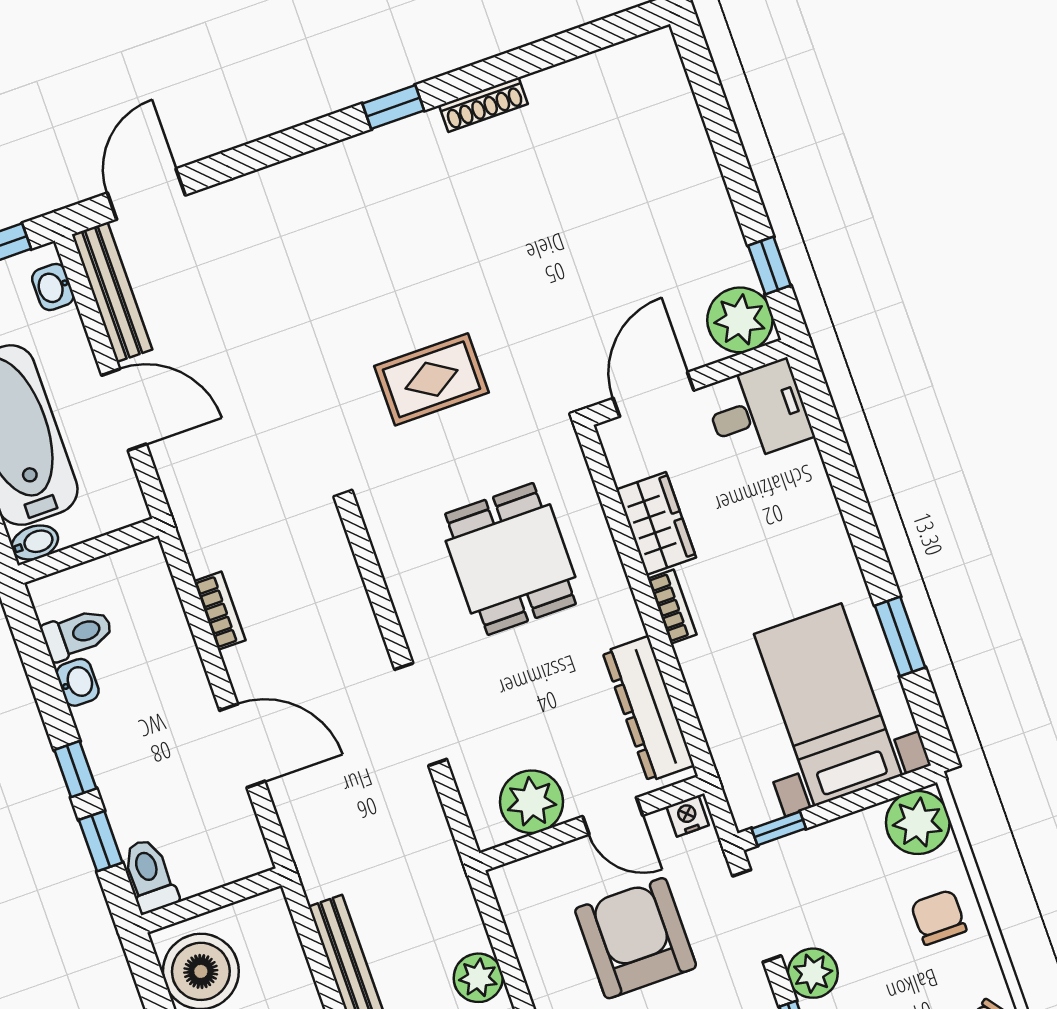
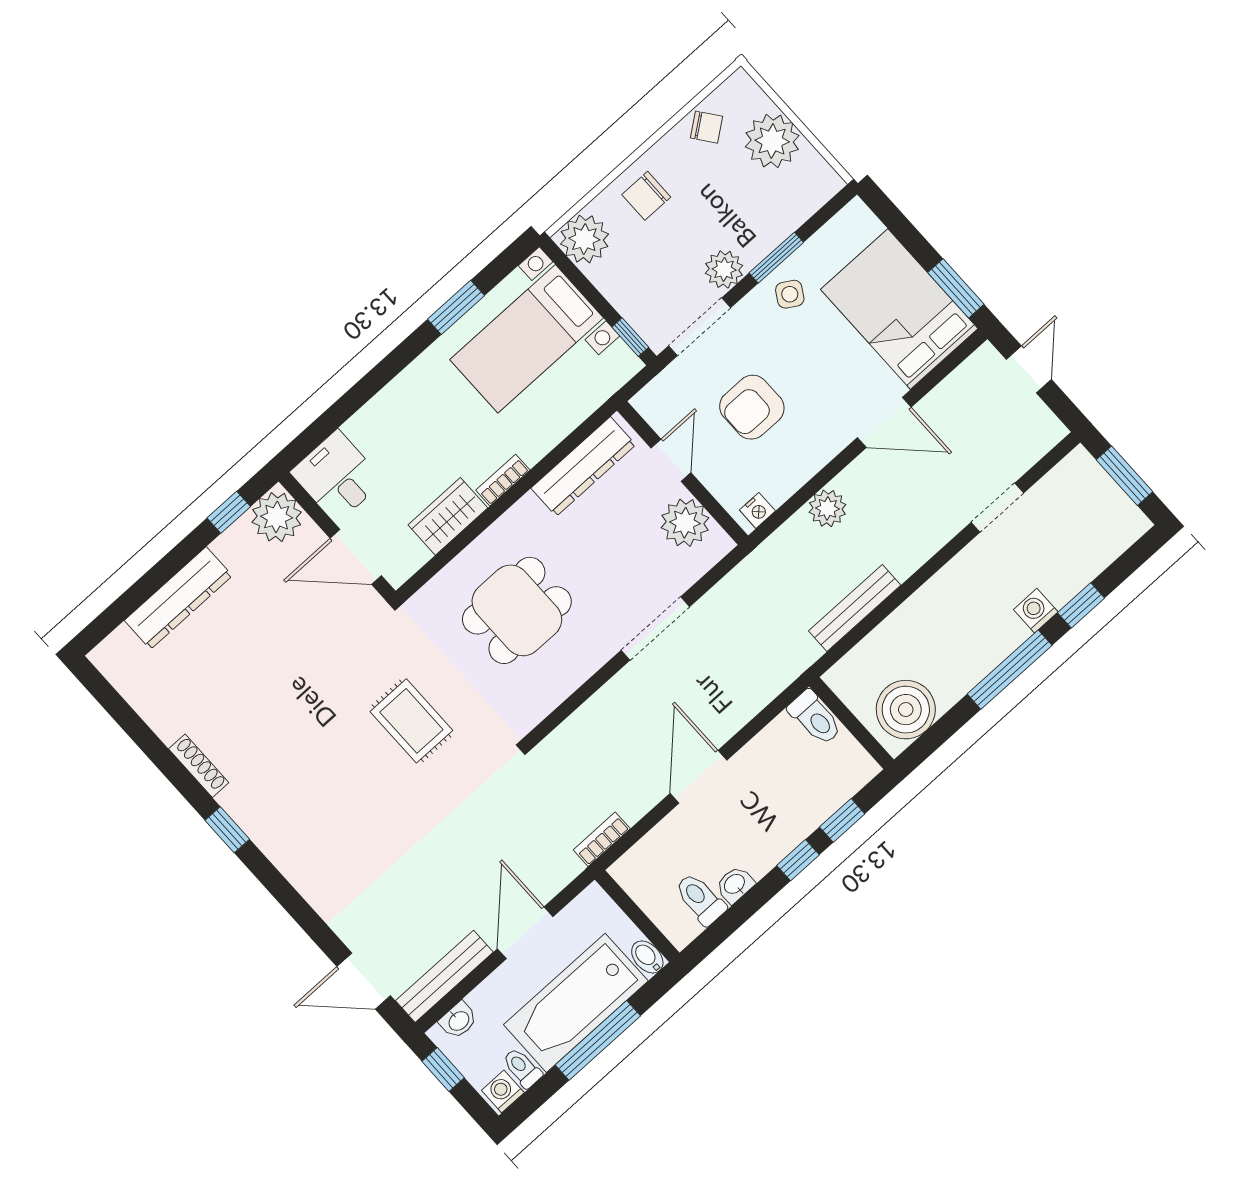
dresser: (692, 163) -> (178, 598), added
bookcase: (220, 611) -> (602, 839), moved
door: (242, 746) -> (698, 777), moved
nightstand: (688, 816) -> (757, 510), moved, turned -90
toilet: (150, 876) -> (815, 718), moved, turned -90
armchair: (636, 938) -> (752, 407), width x0.73, depth x0.73

